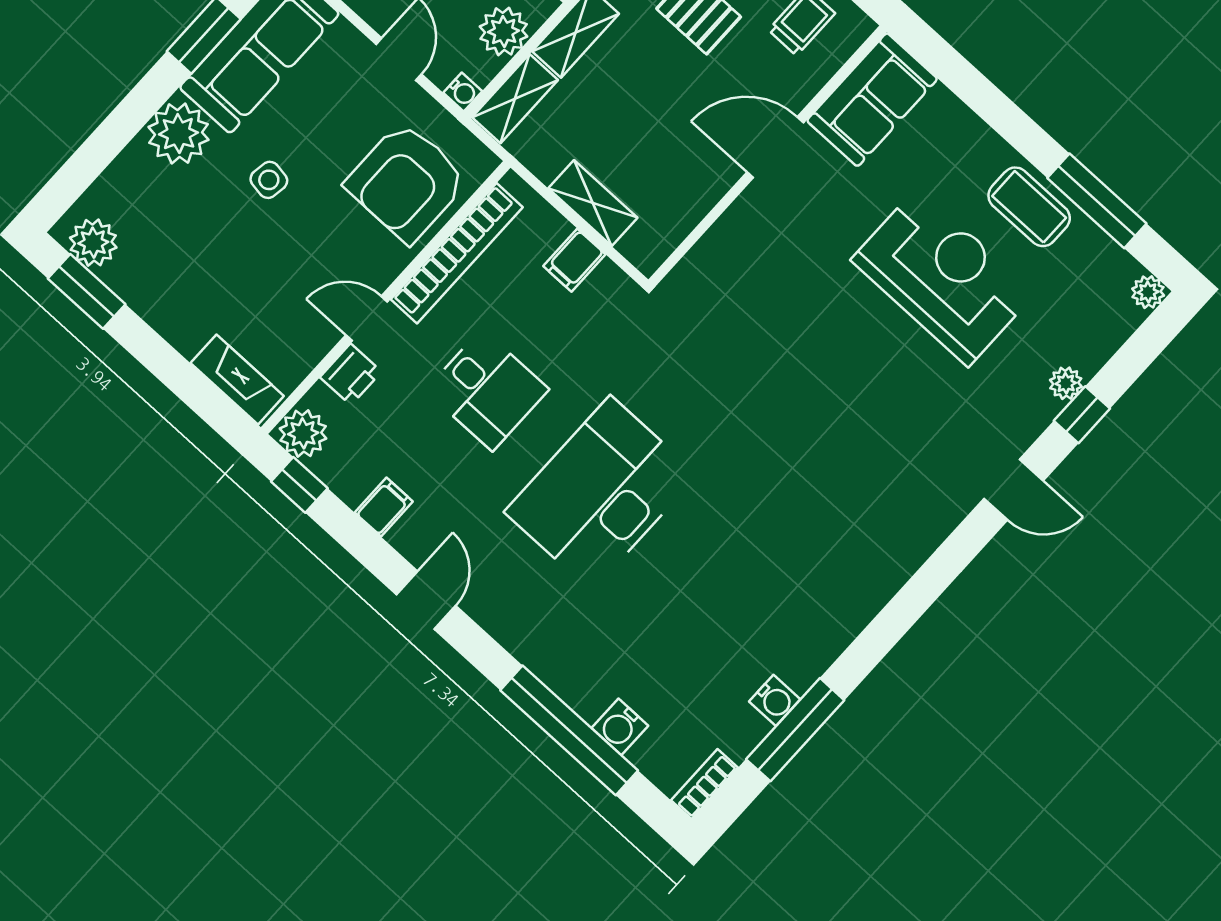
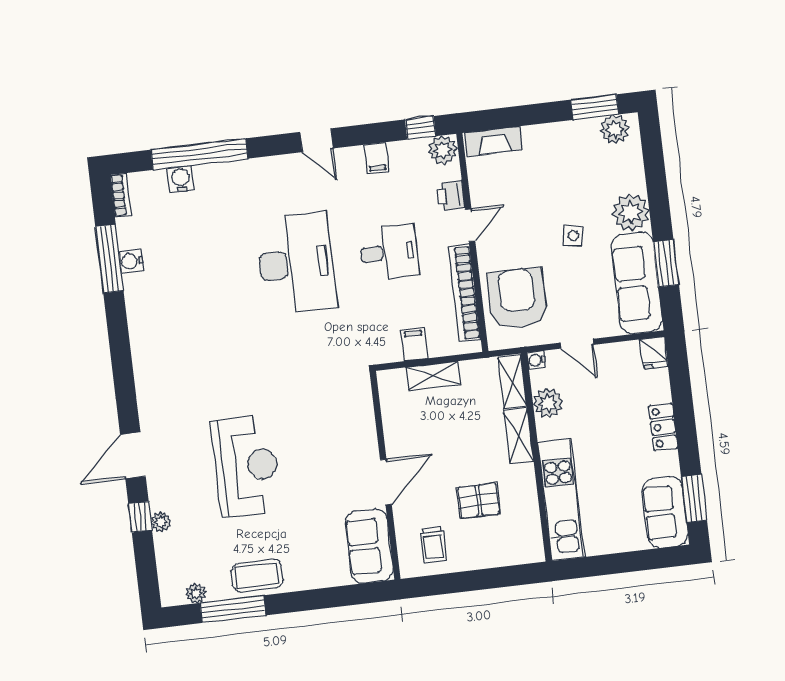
reception desk: (943, 277) -> (246, 466), moved, turned -90
plant: (1148, 292) -> (196, 593), moved
desk: (487, 390) -> (389, 252), turned 180
door: (1014, 490) -> (133, 455), width x1.38

